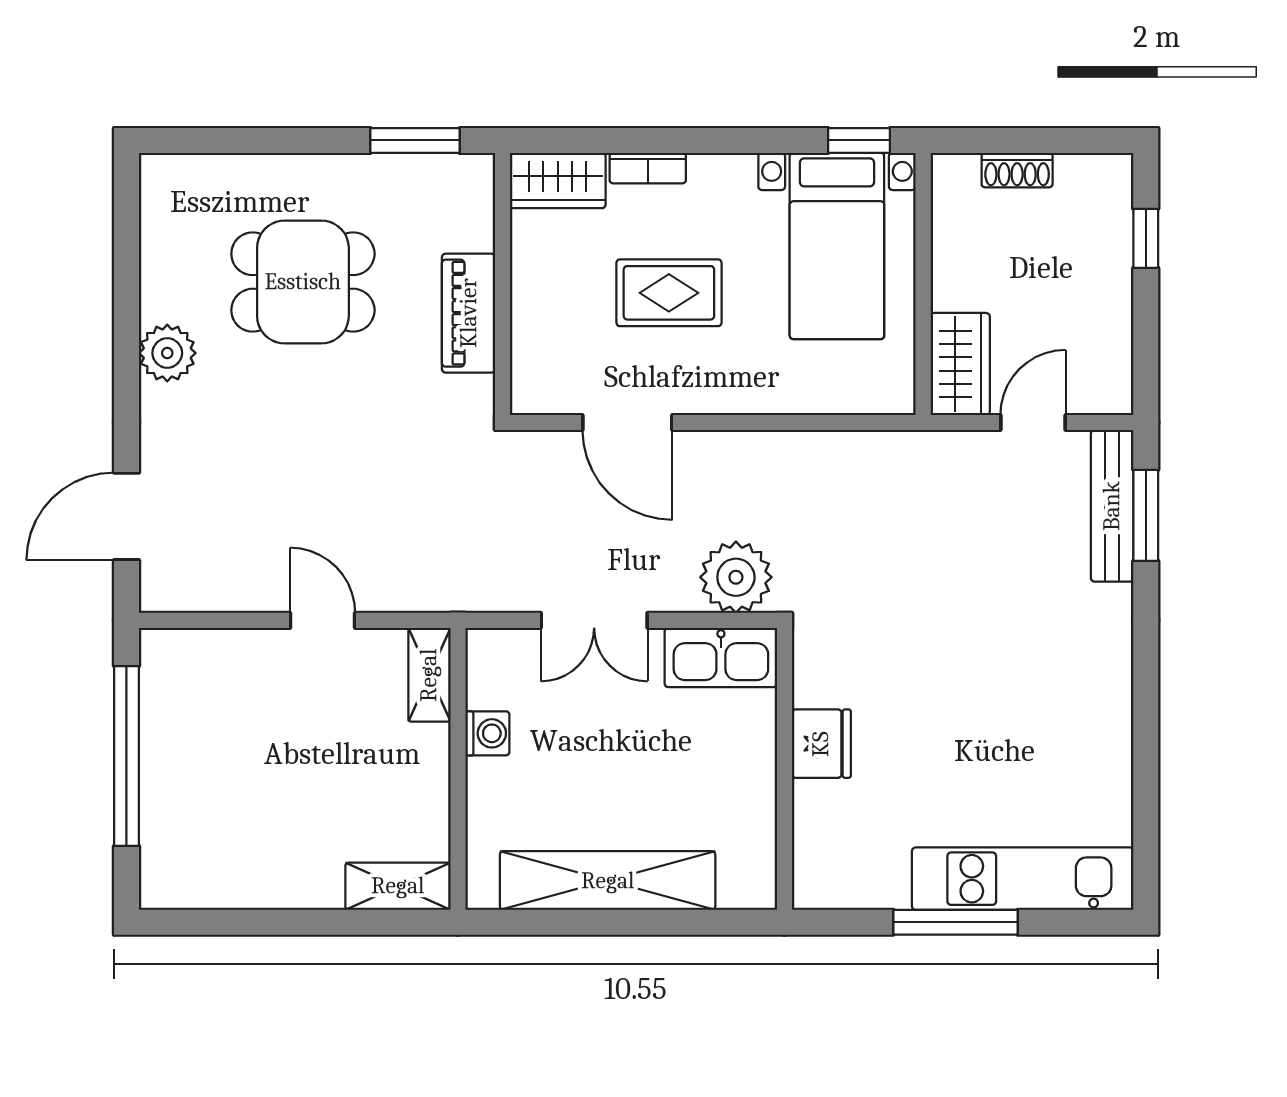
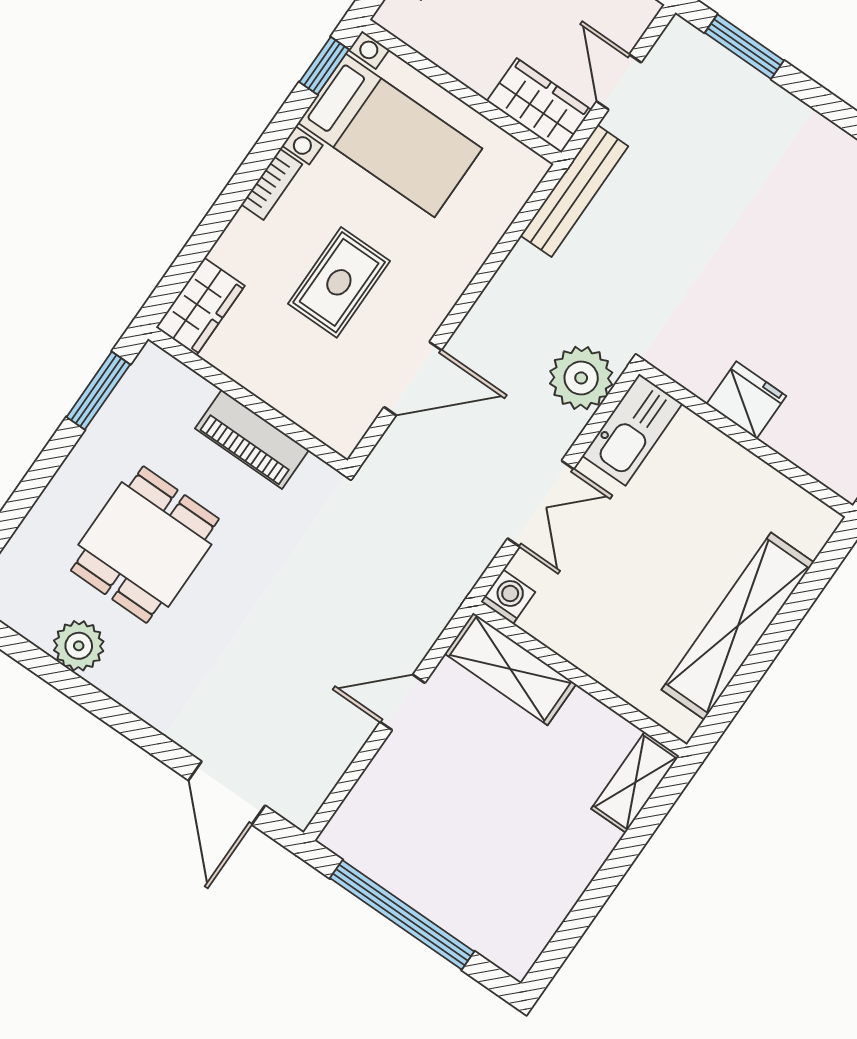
bookcase: (648, 168) -> (272, 184), moved
plant: (167, 353) -> (79, 646), moved
bench: (1112, 506) -> (574, 191), moved, turned 90
shelving: (429, 675) -> (510, 669), width x1.50, depth x1.33
washing machine: (487, 733) -> (508, 597), moved

